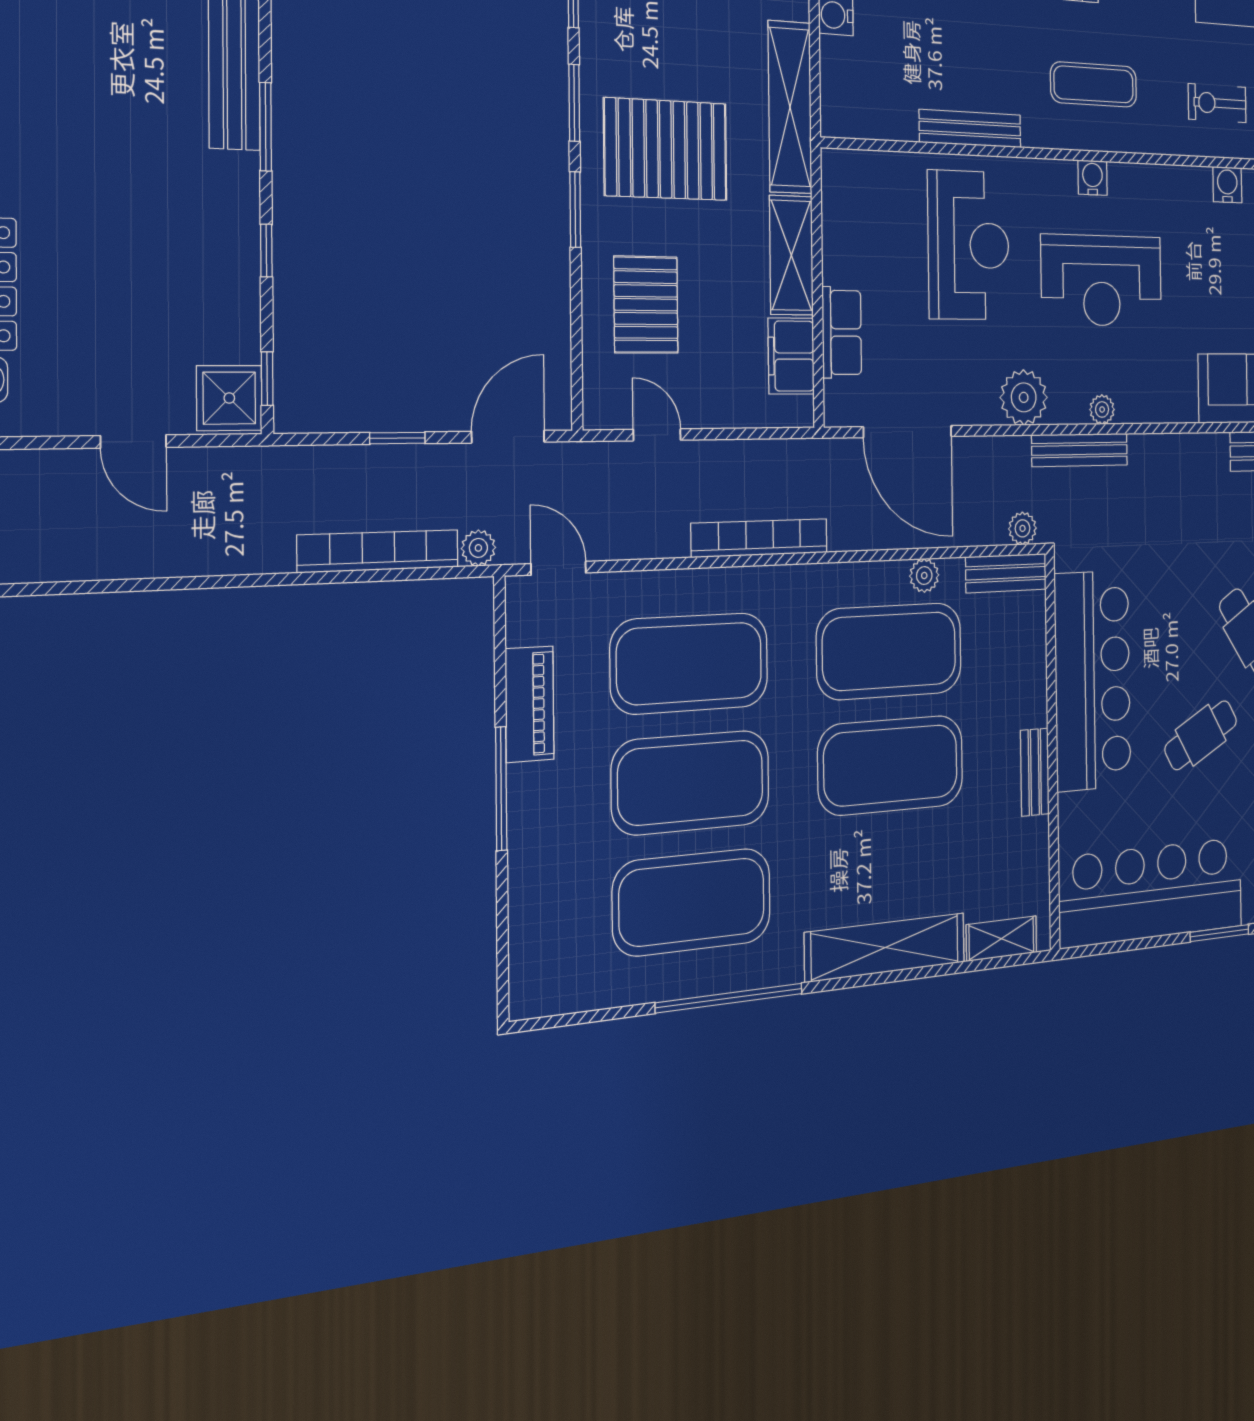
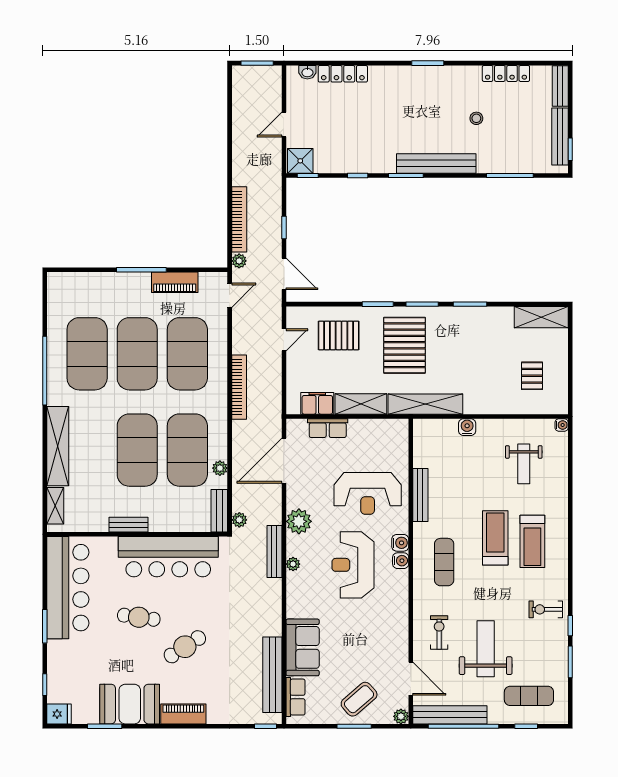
water cooler: (1227, 185) -> (400, 543), moved
cafe table: (1201, 735) -> (139, 617), turned -53

